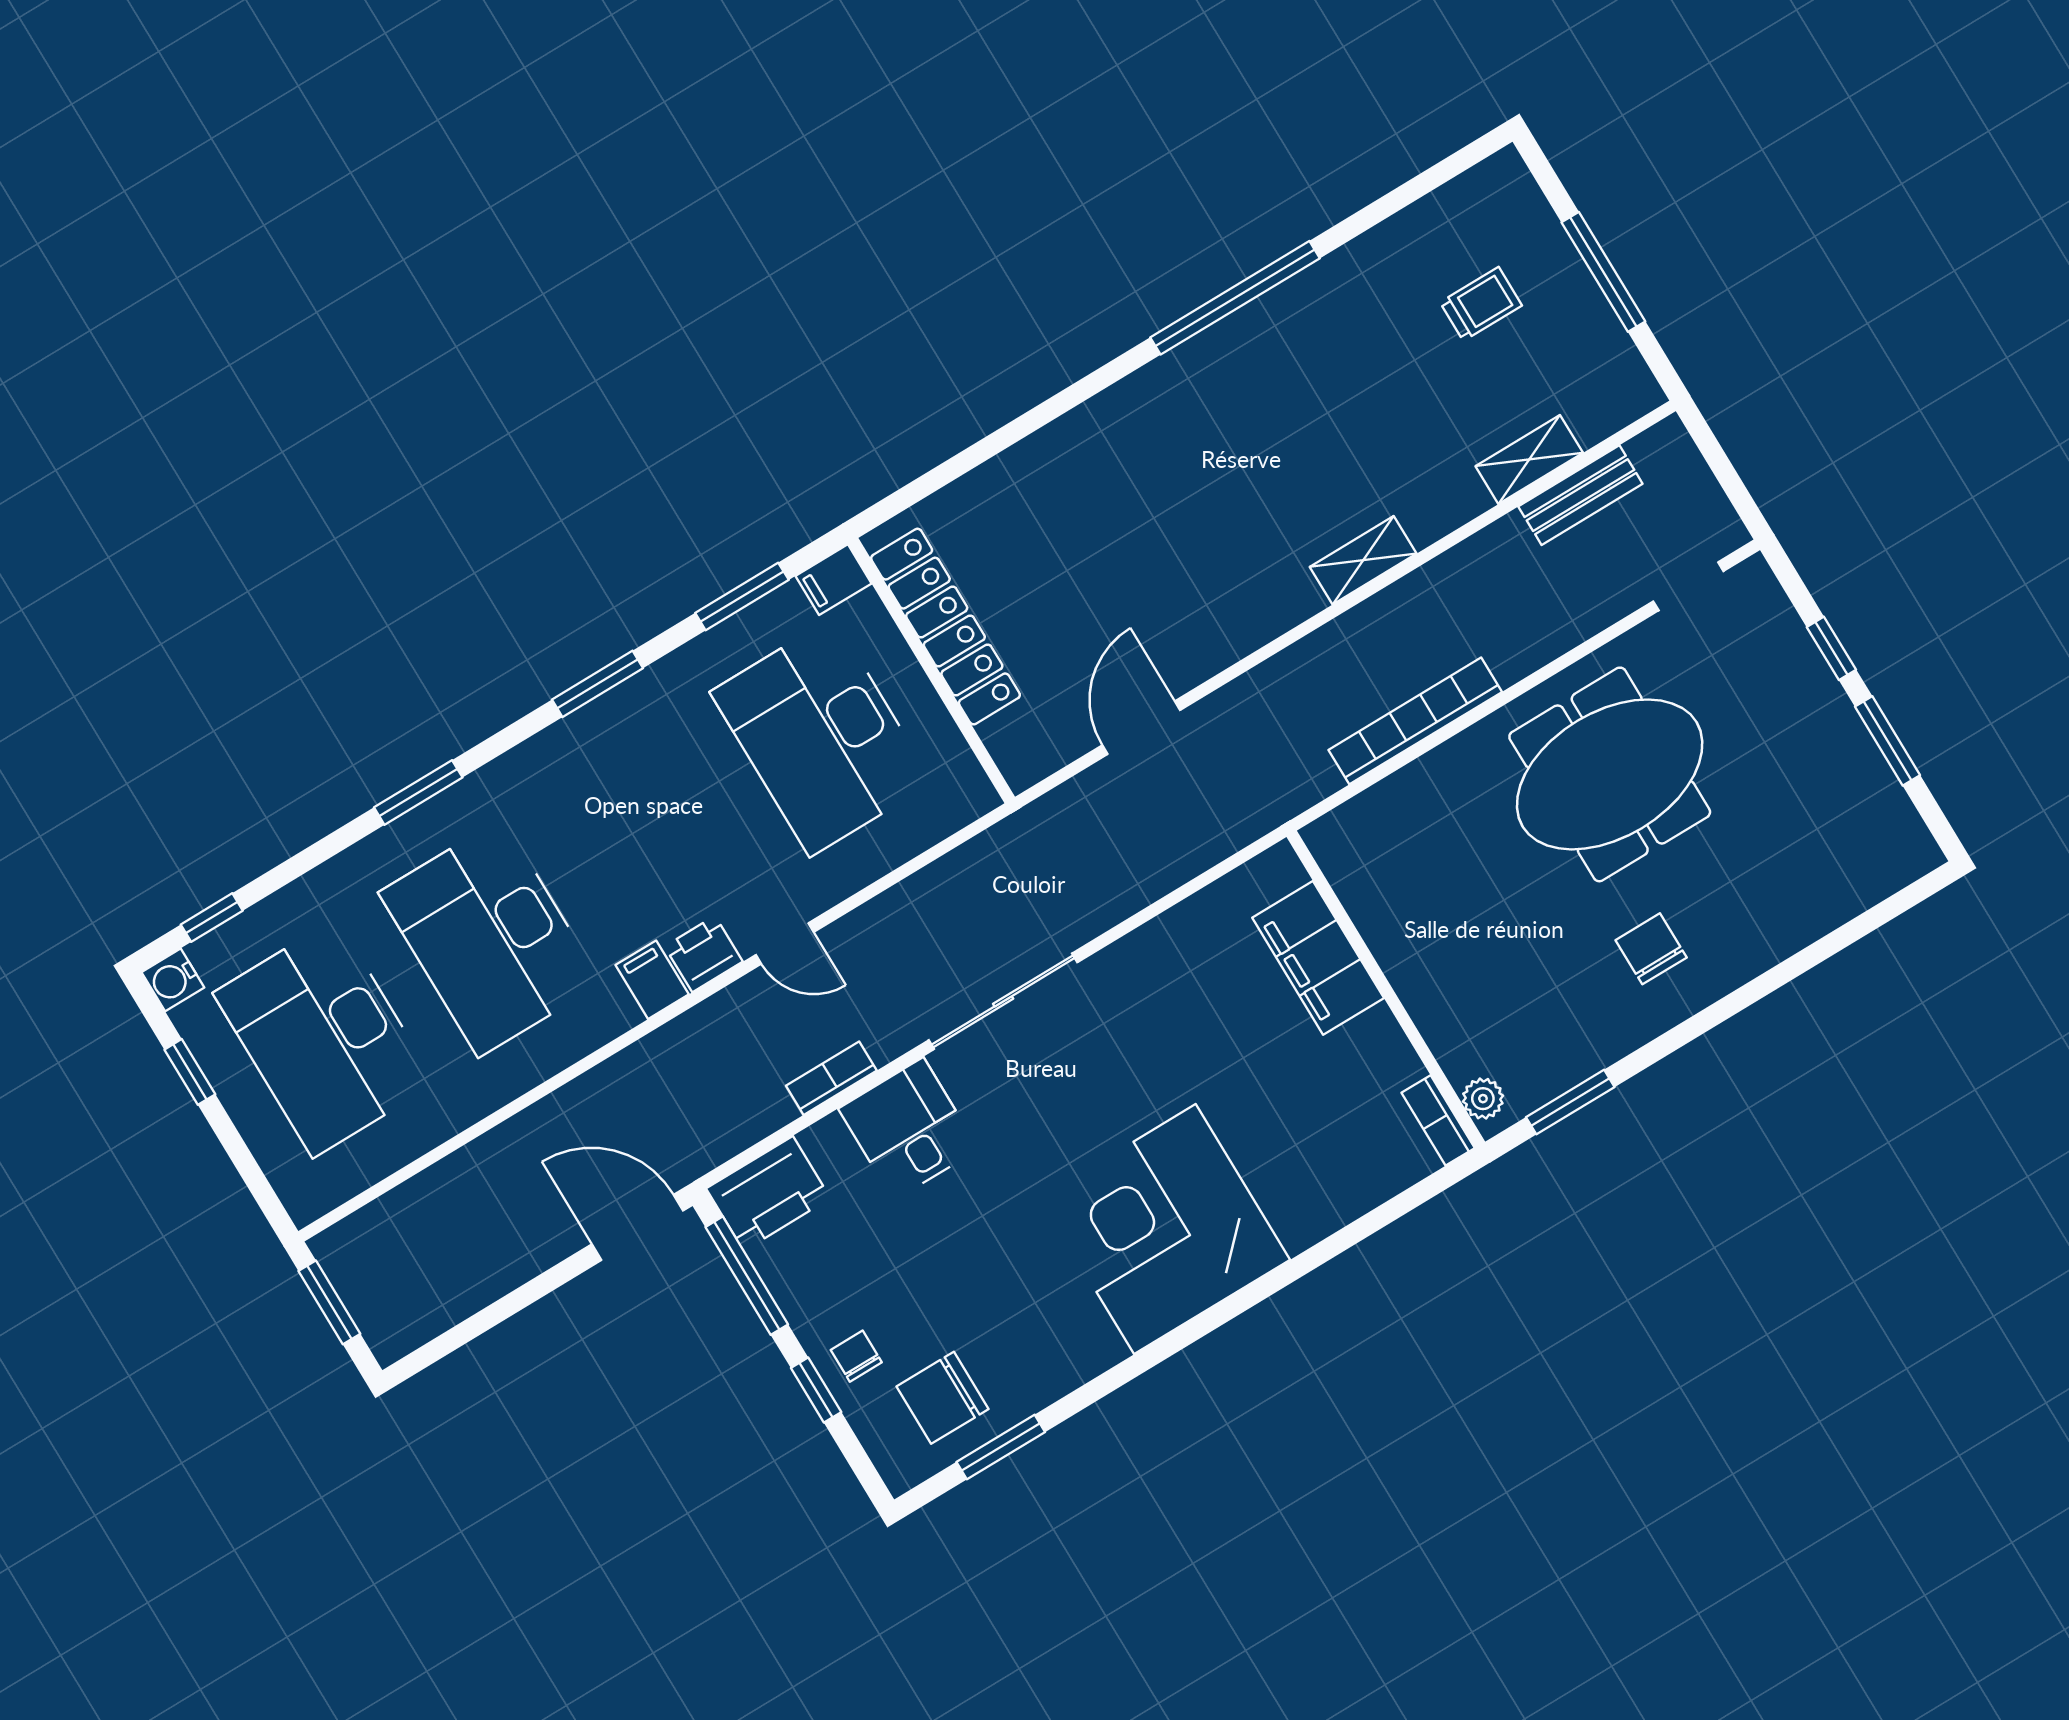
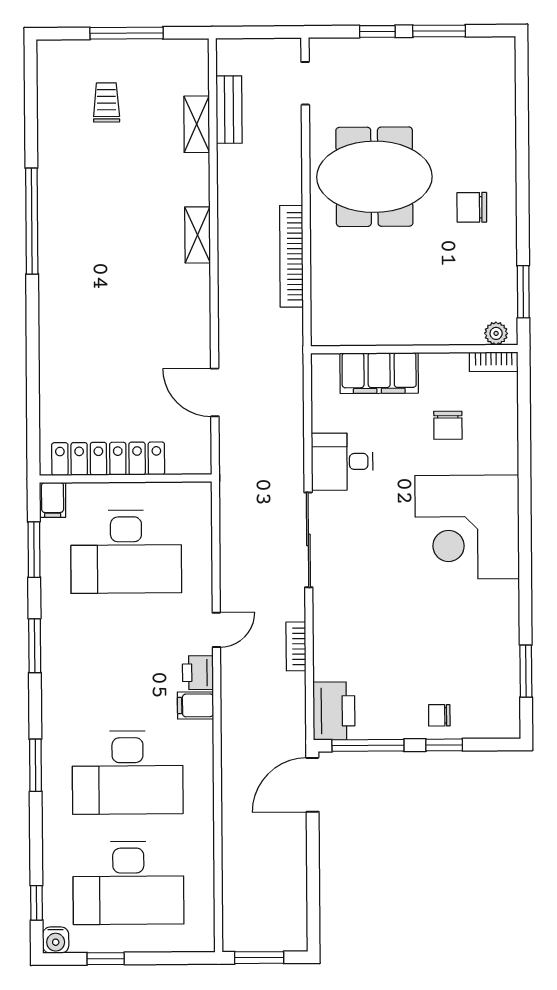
meeting table: (1610, 774) -> (374, 177), turned 90
desk: (908, 1129) -> (342, 462), moved
chair: (943, 1398) -> (448, 425), moved, width x0.73, depth x0.73

